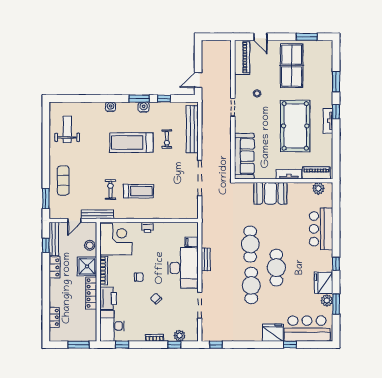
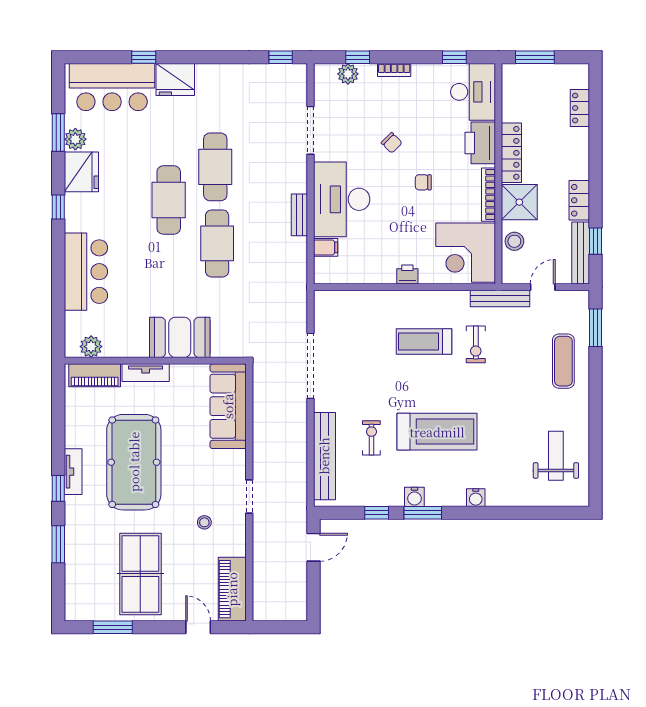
weight bench: (67, 129) -> (556, 456), turned 180

